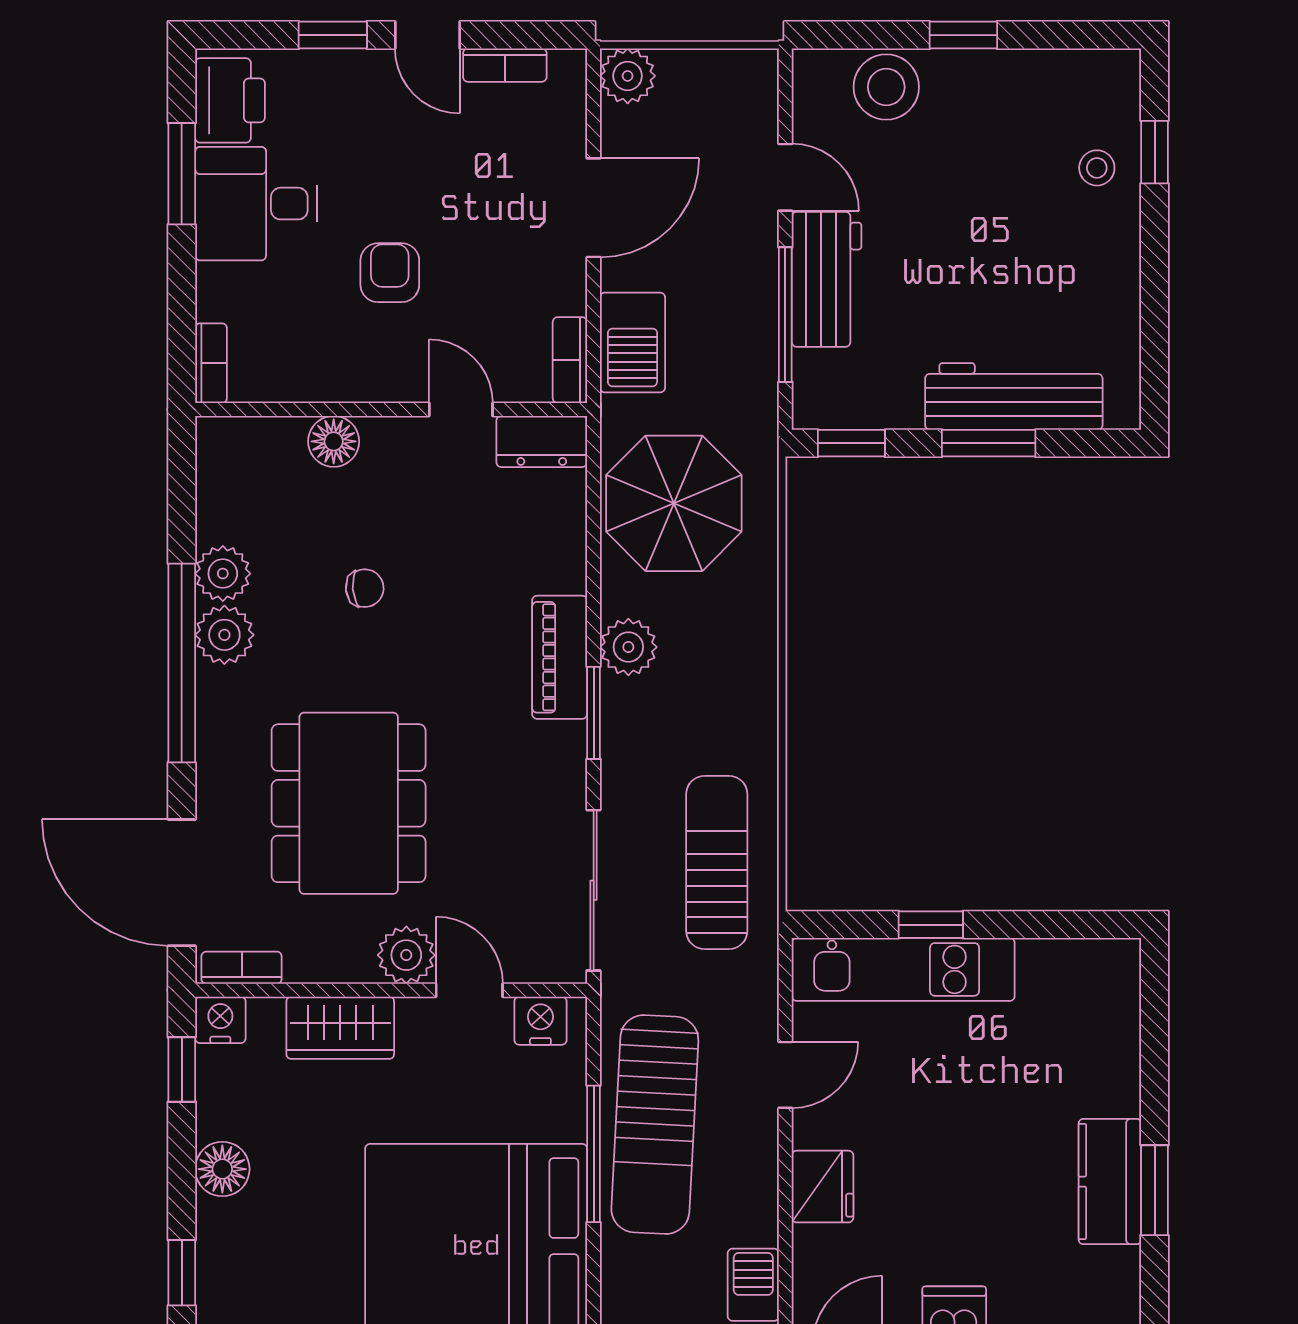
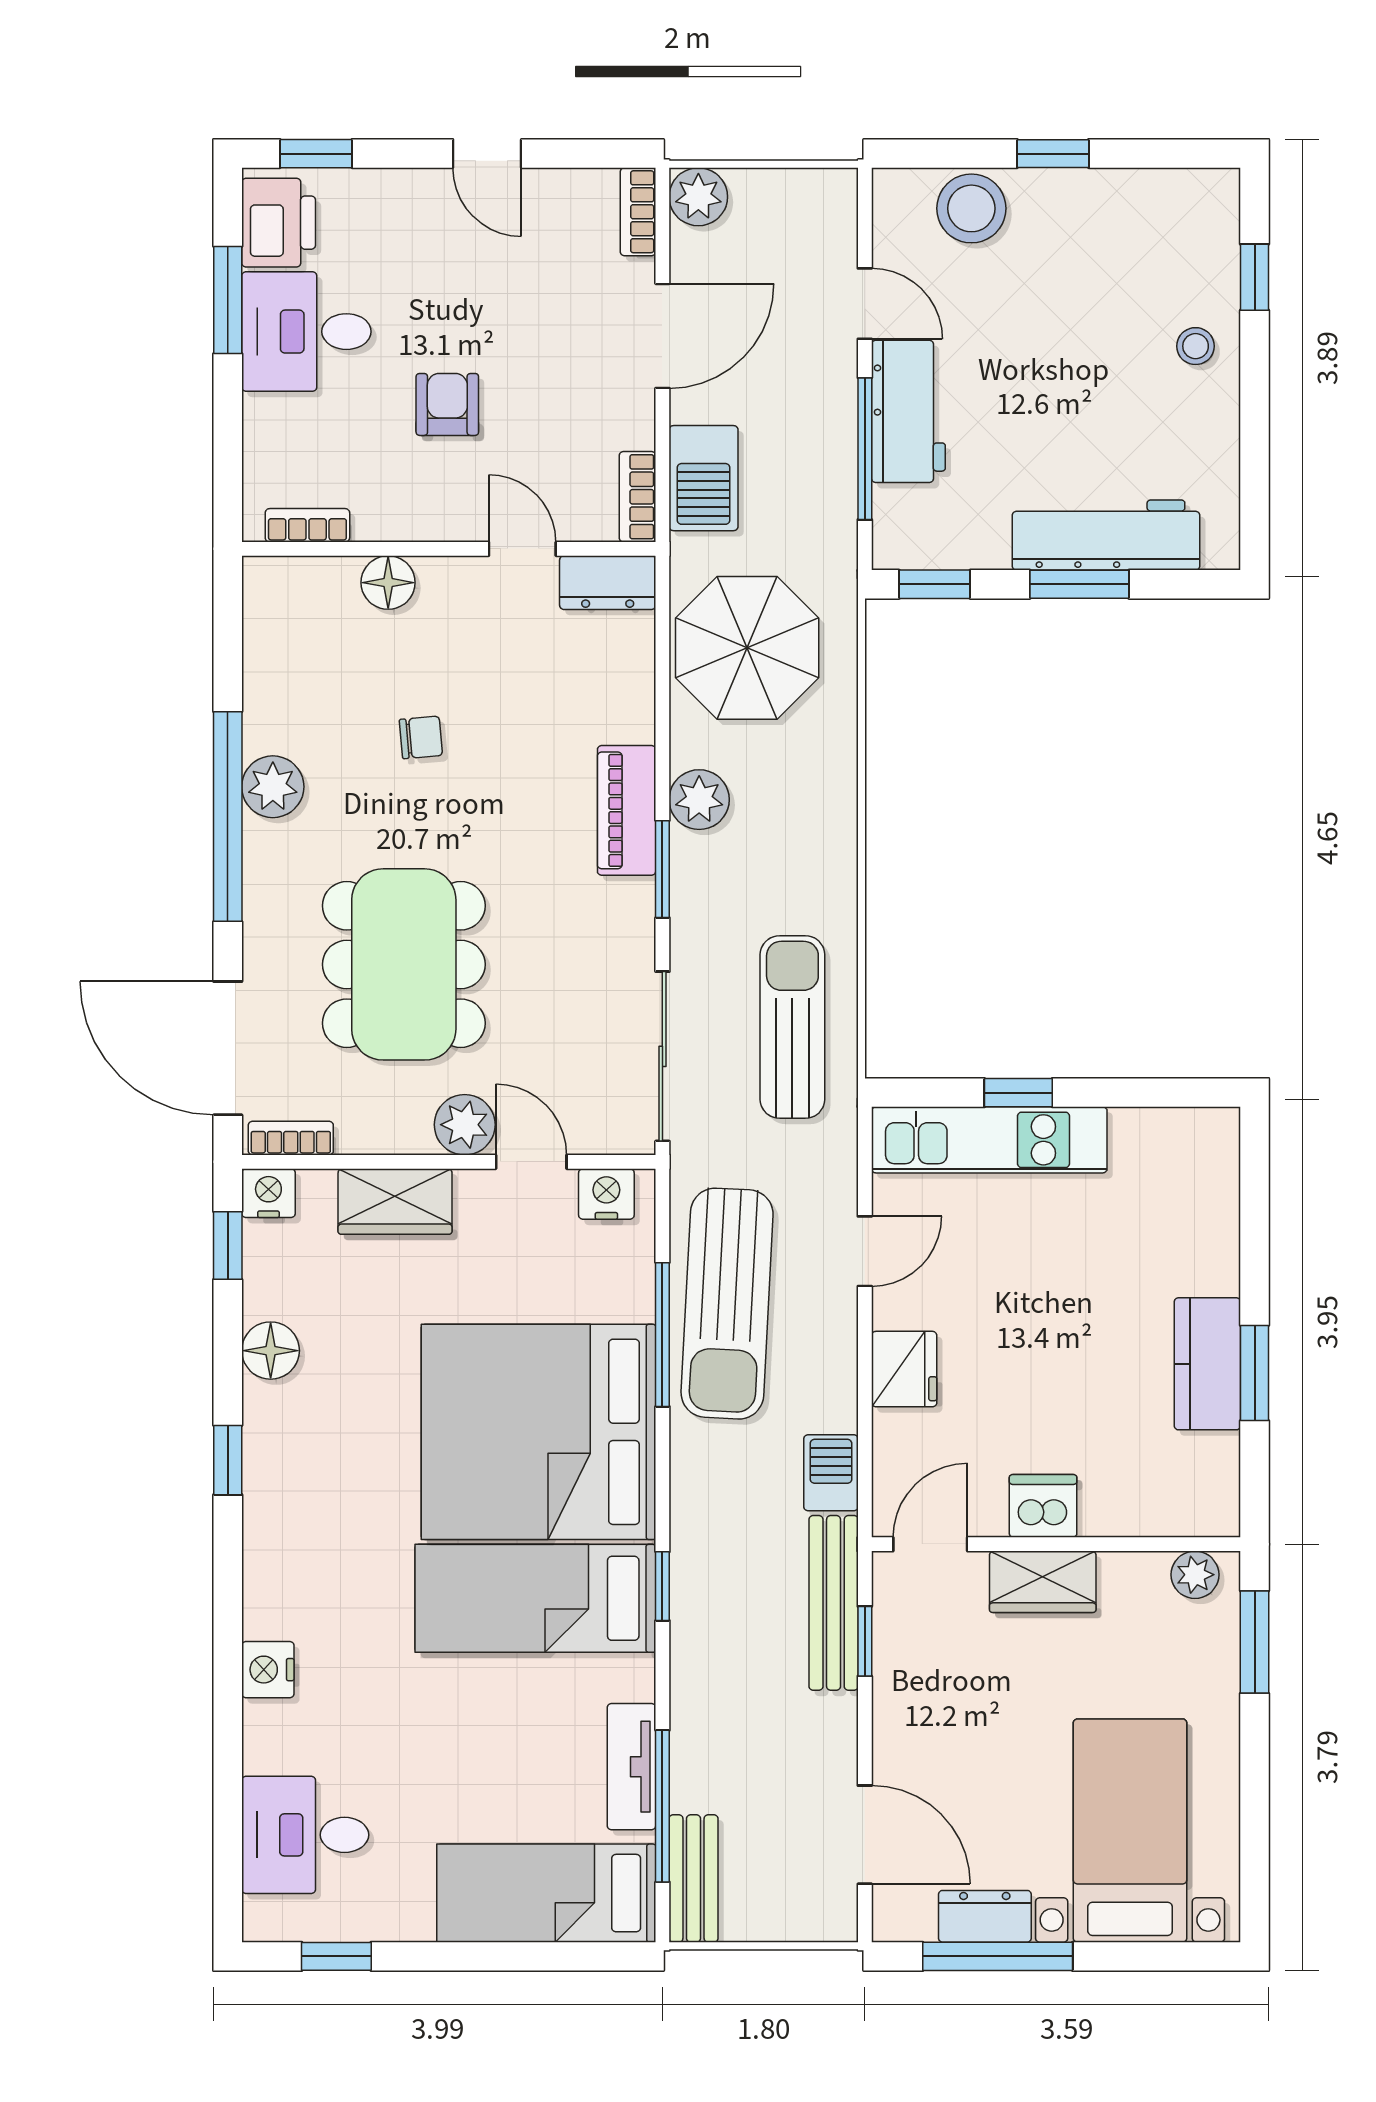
window: (333, 35) -> (316, 154), moved
bookcase: (505, 65) -> (638, 212), moved, turned 90
stool: (1097, 168) -> (1196, 346), moved
bookcase: (211, 363) -> (307, 525), moved, turned -90
plant: (223, 574) -> (271, 722), removed

